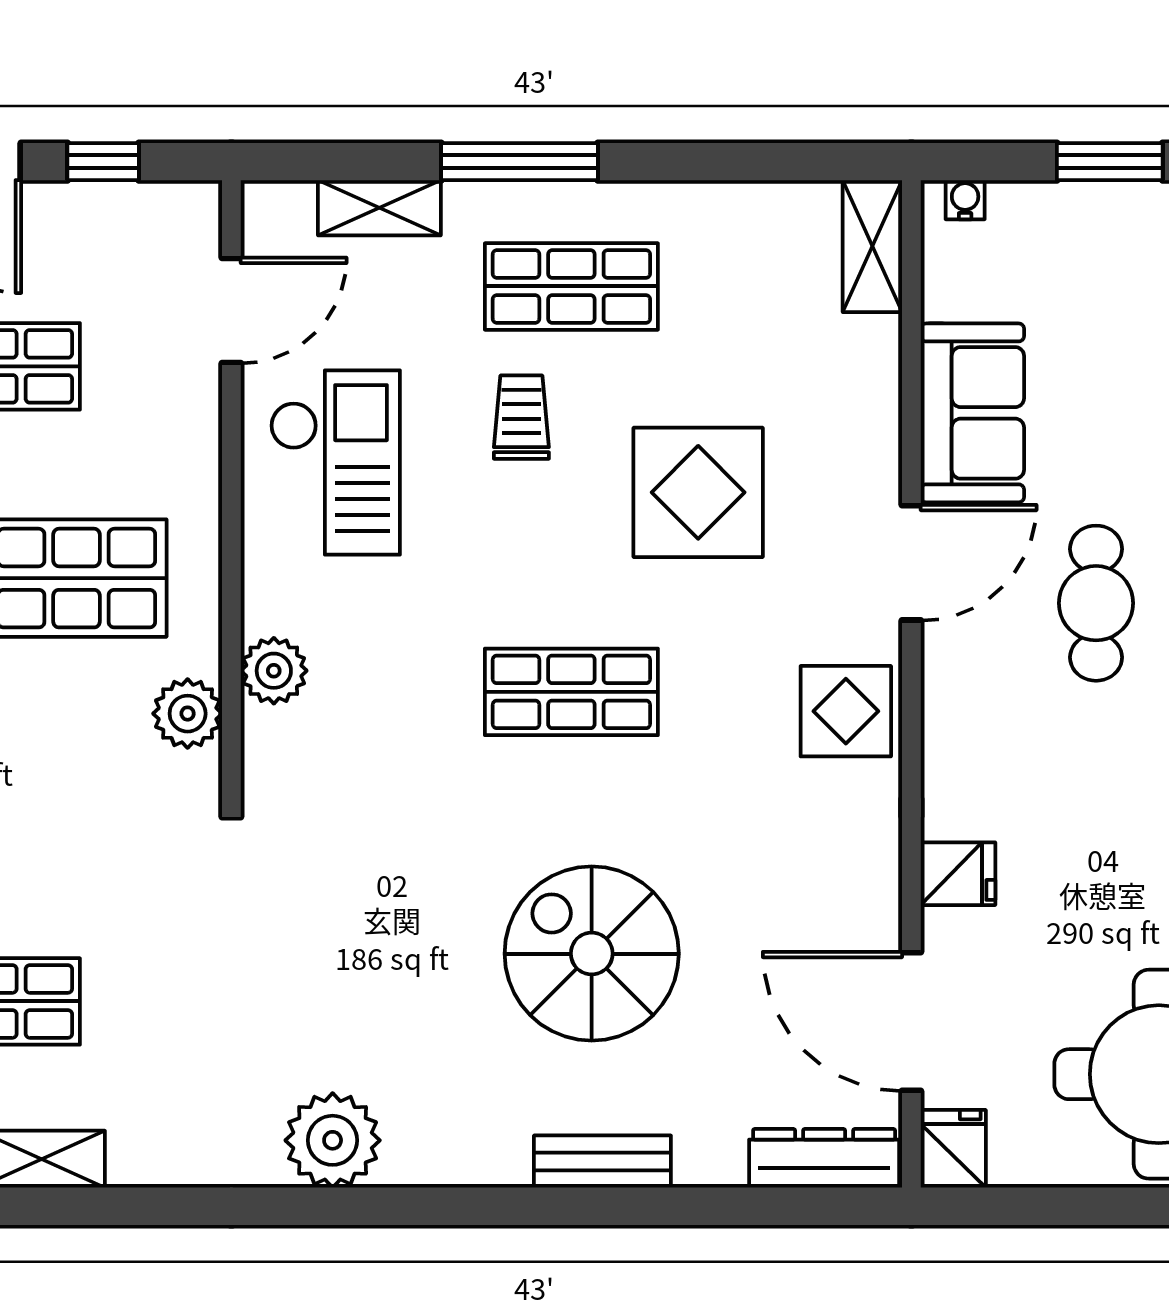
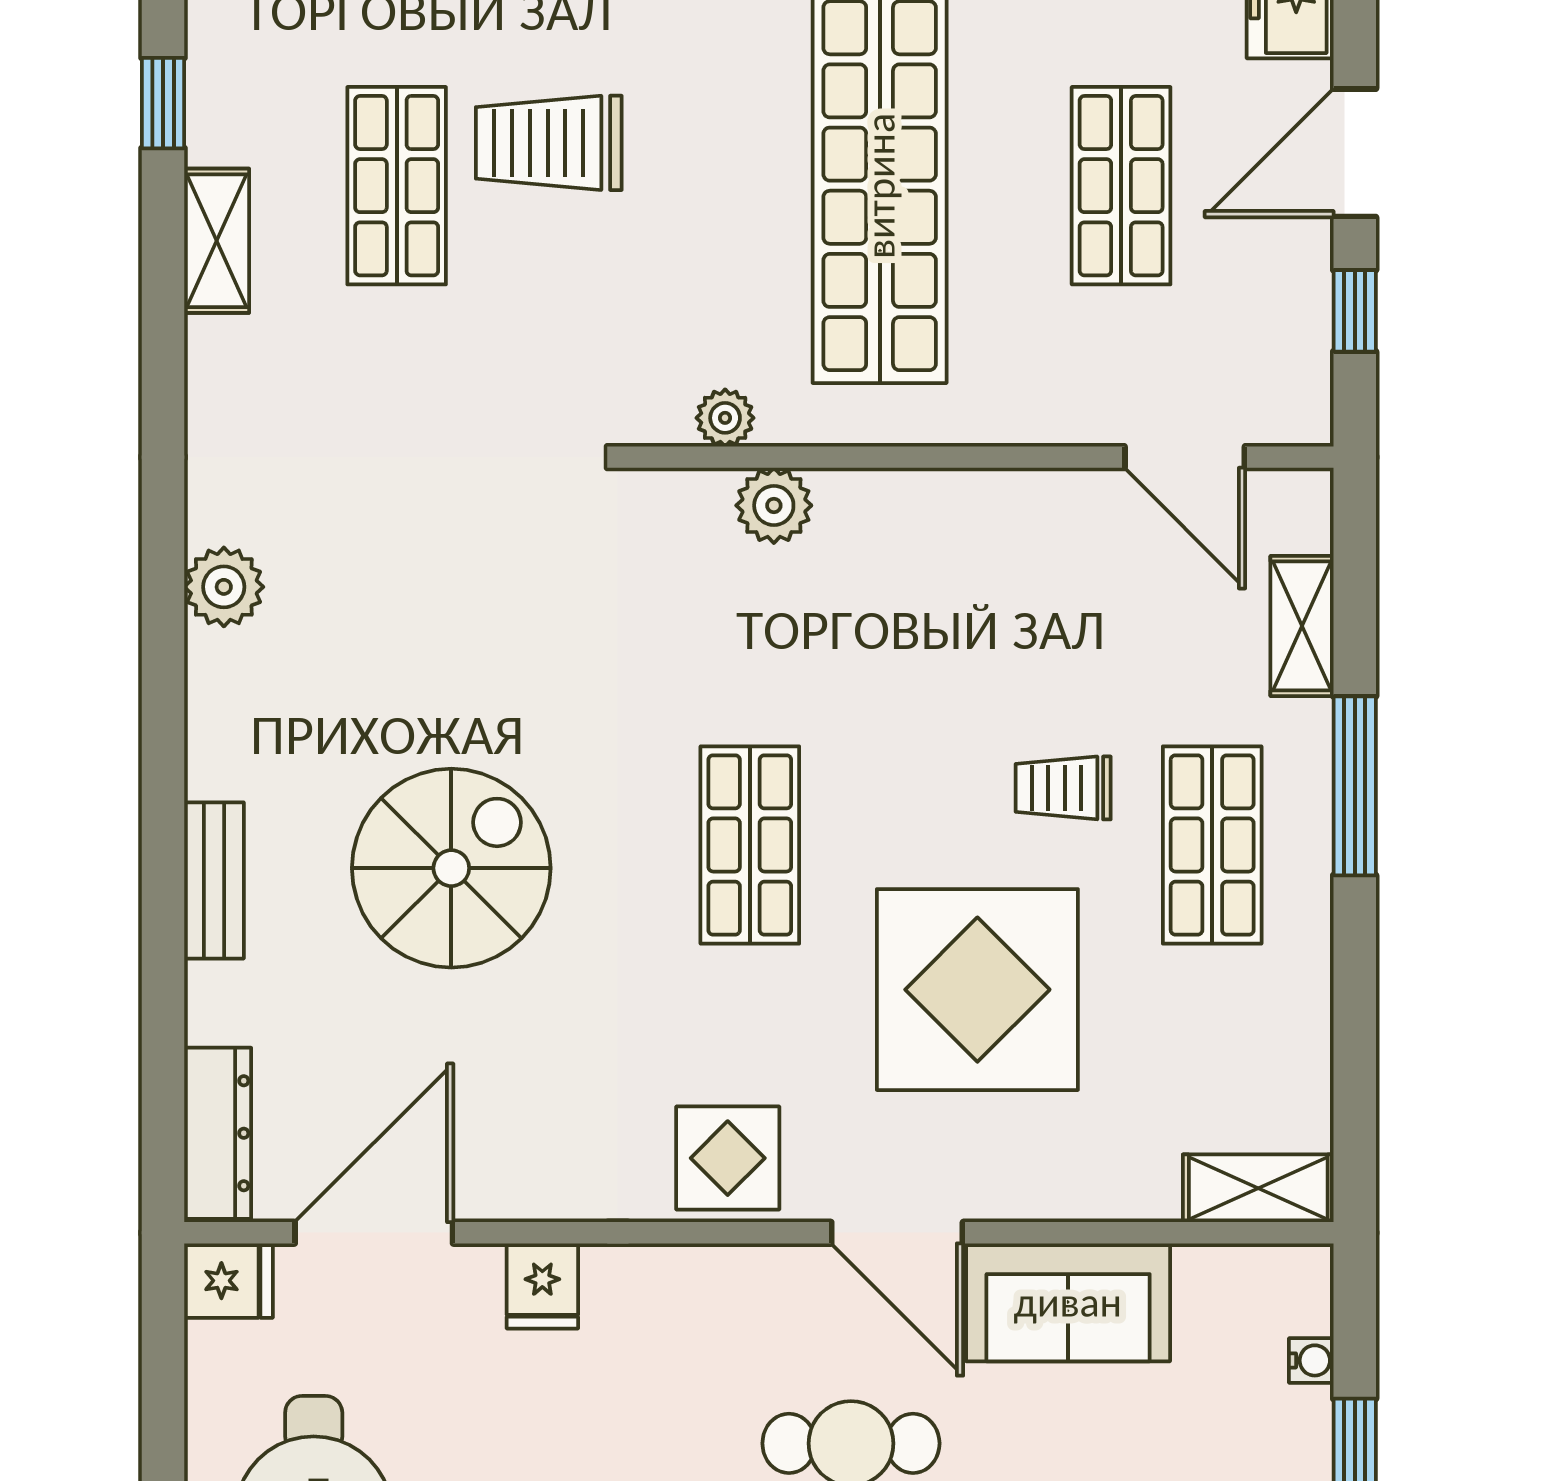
water cooler: (965, 200) -> (1311, 1360), moved
trolley: (521, 417) -> (1063, 788), turned 180
checkout: (335, 462) -> (1011, 575), removed
display table: (698, 492) -> (977, 990), width x1.36, depth x1.36
plant: (188, 714) -> (725, 418), width x0.73, depth x0.73
plant: (333, 1140) -> (224, 587), width x0.73, depth x0.73

